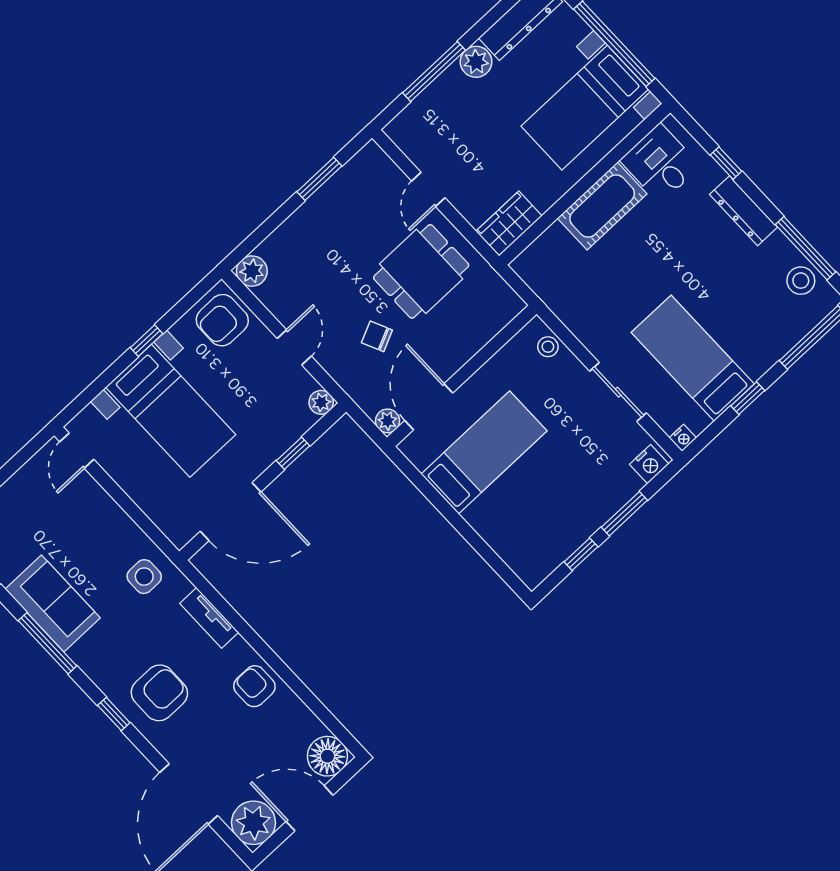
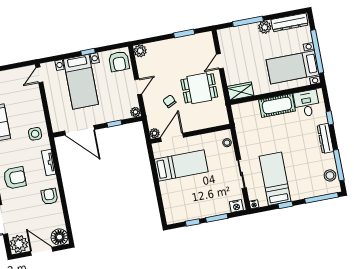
armchair: (222, 320) -> (119, 61), turned -90

